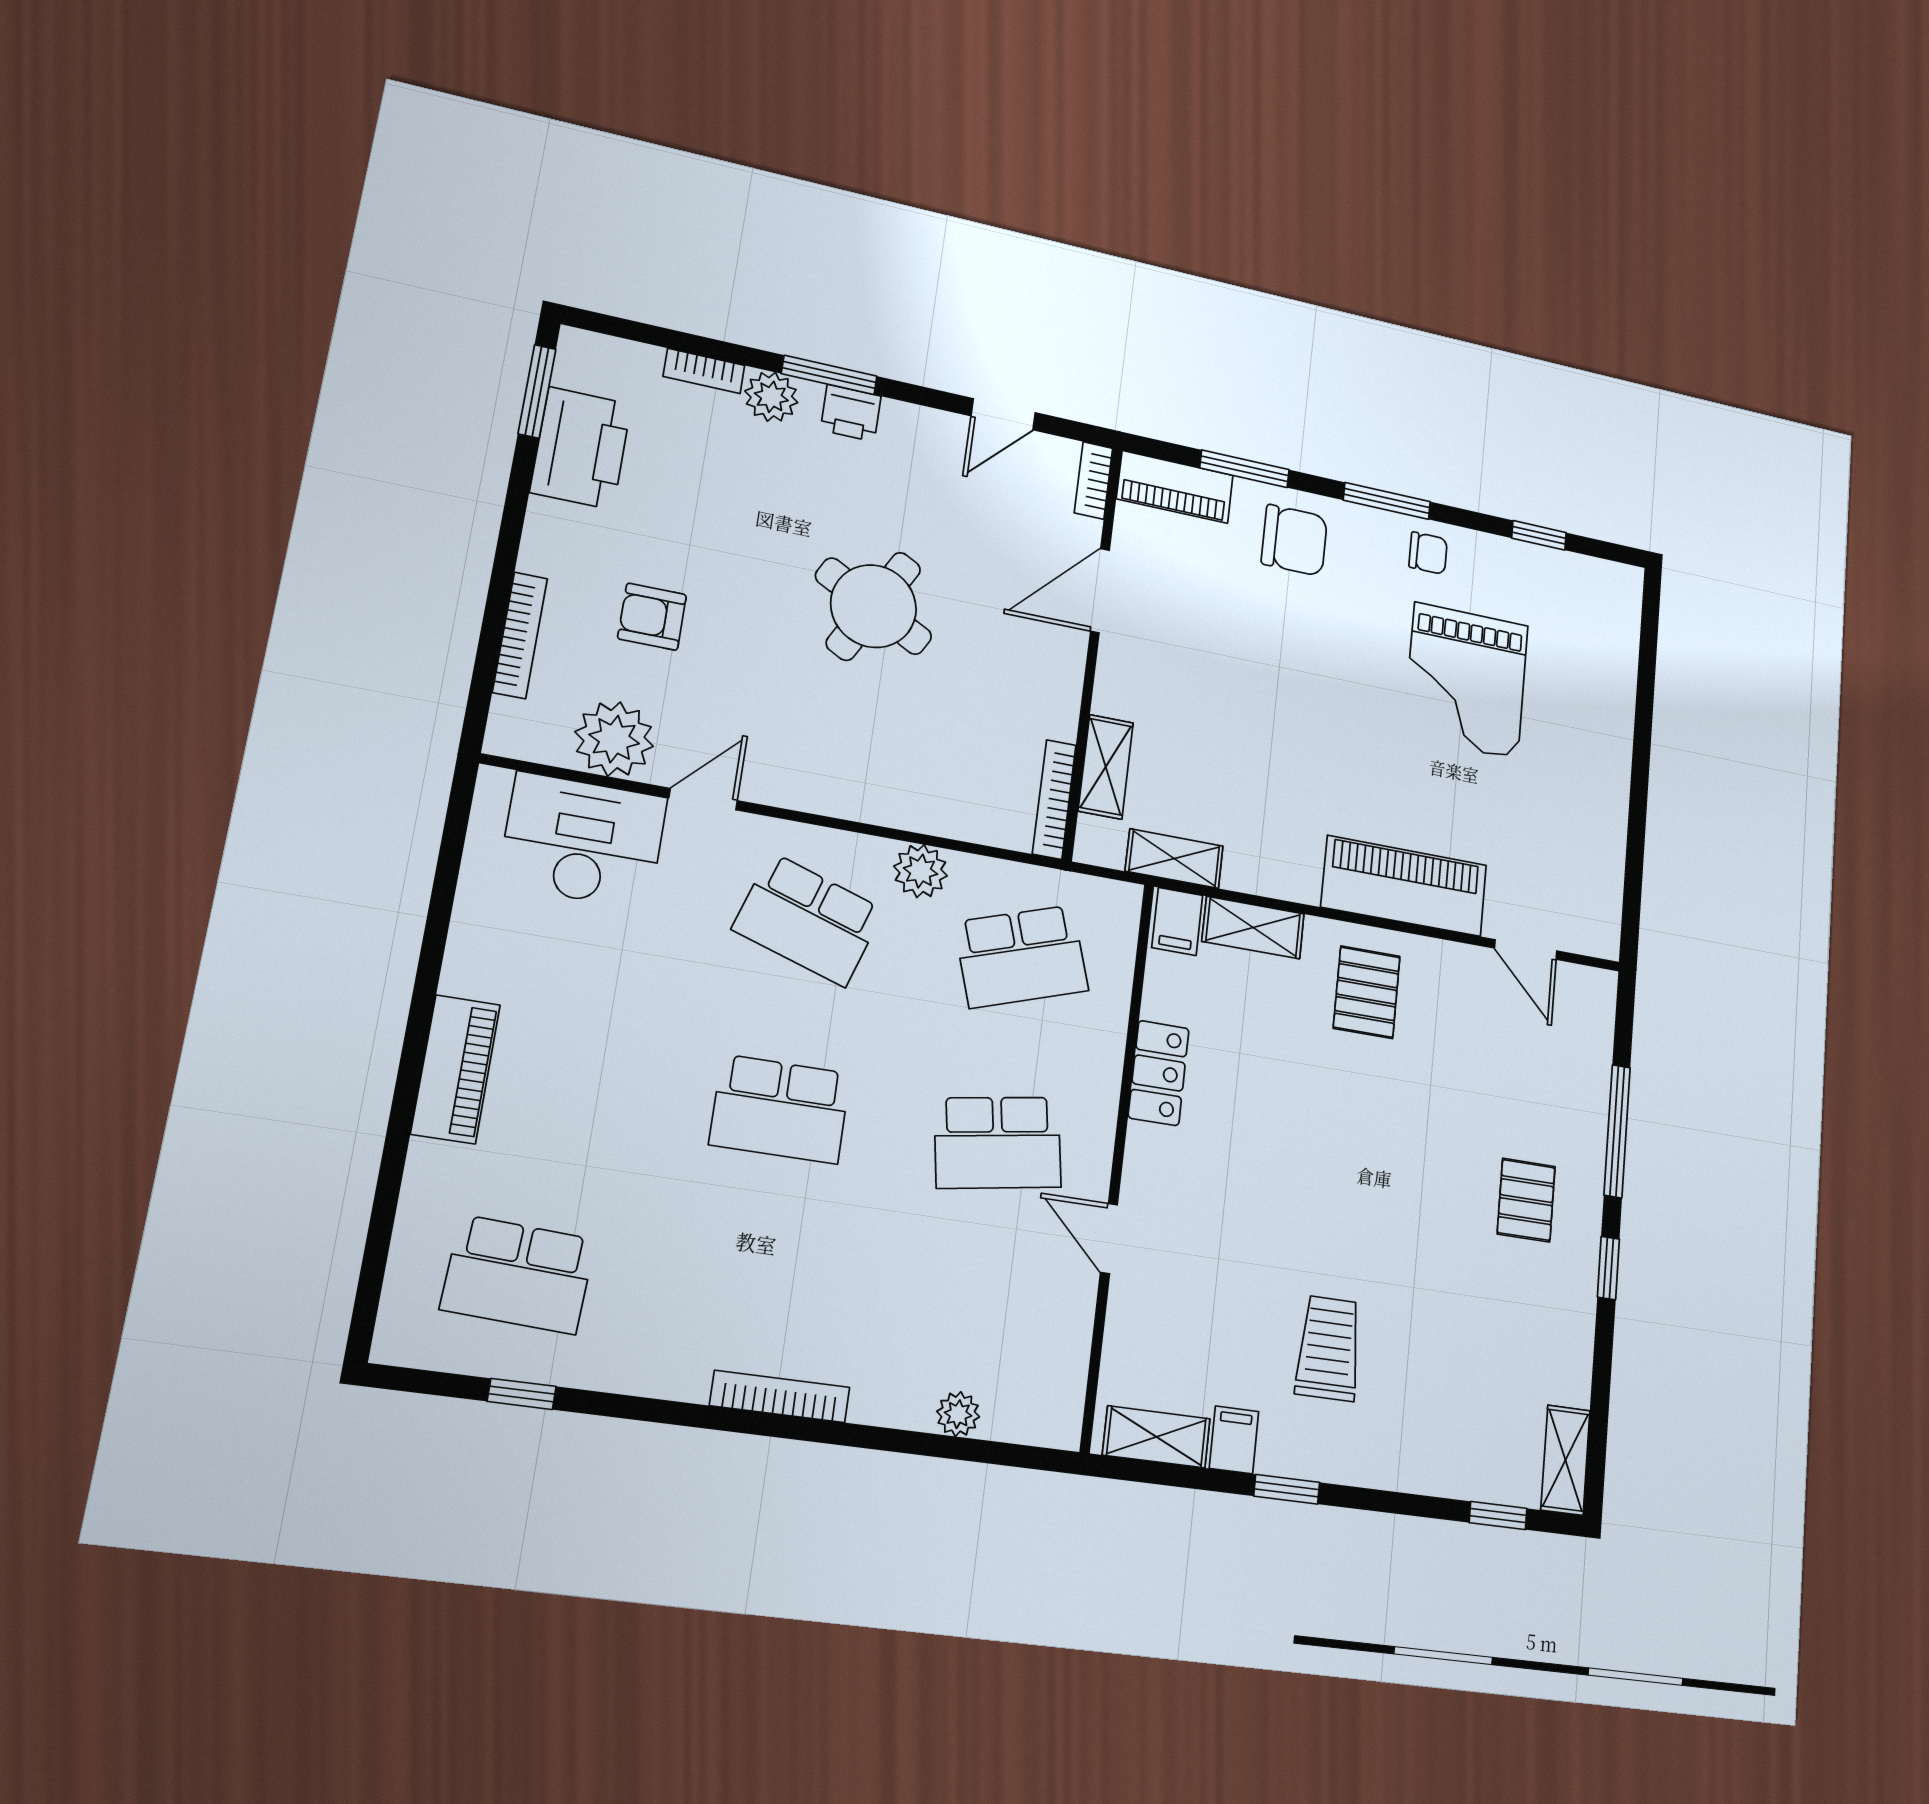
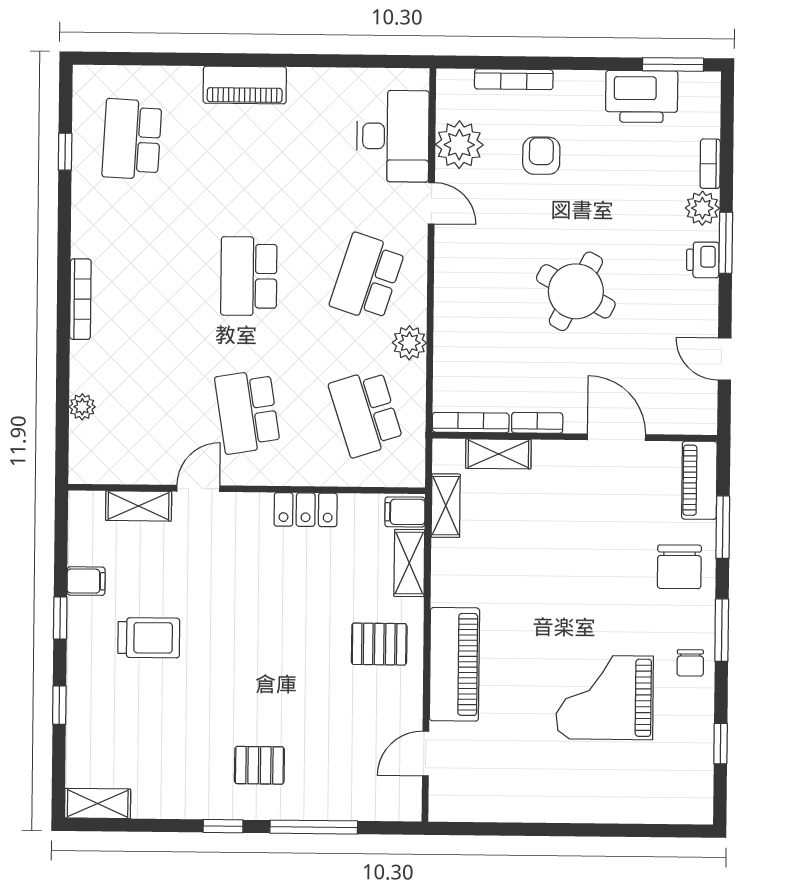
bookcase: (1093, 480) -> (537, 423), moved
shelving: (1156, 1437) -> (139, 506), moved, turned 90
window: (1498, 1516) -> (59, 705), moved

